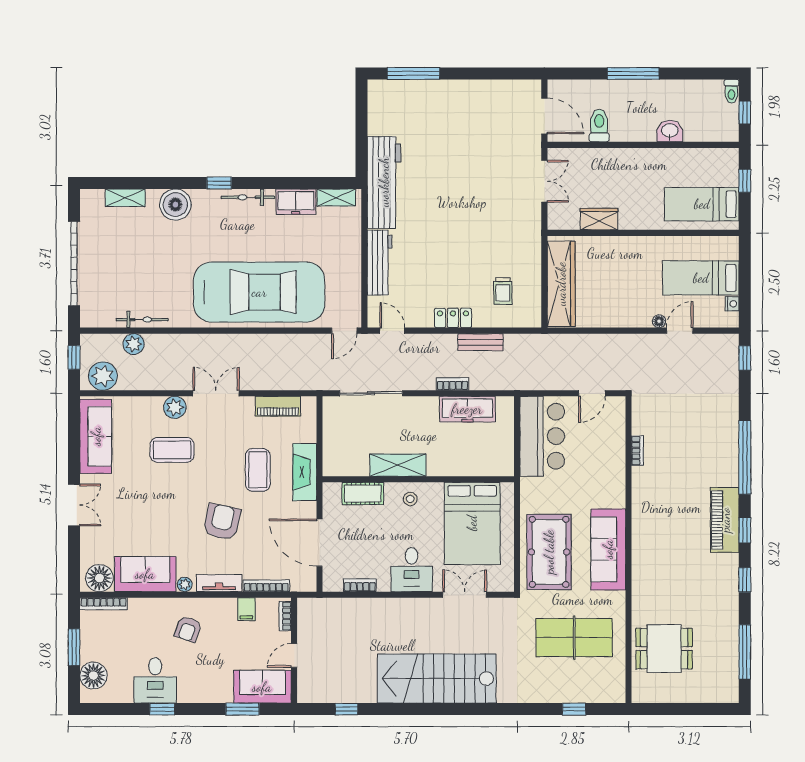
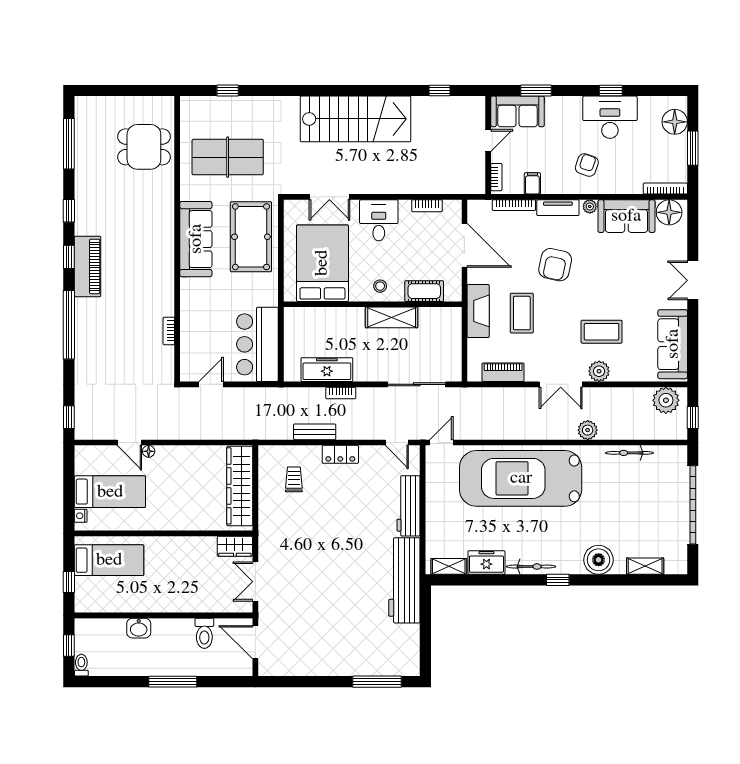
wardrobe: (599, 219) -> (235, 546), moved
nightstand: (732, 304) -> (81, 516), moved
door: (680, 331) -> (129, 443), hinge flipped
plant: (134, 344) -> (588, 430), moved
desk: (155, 680) -> (610, 117), width x1.37

